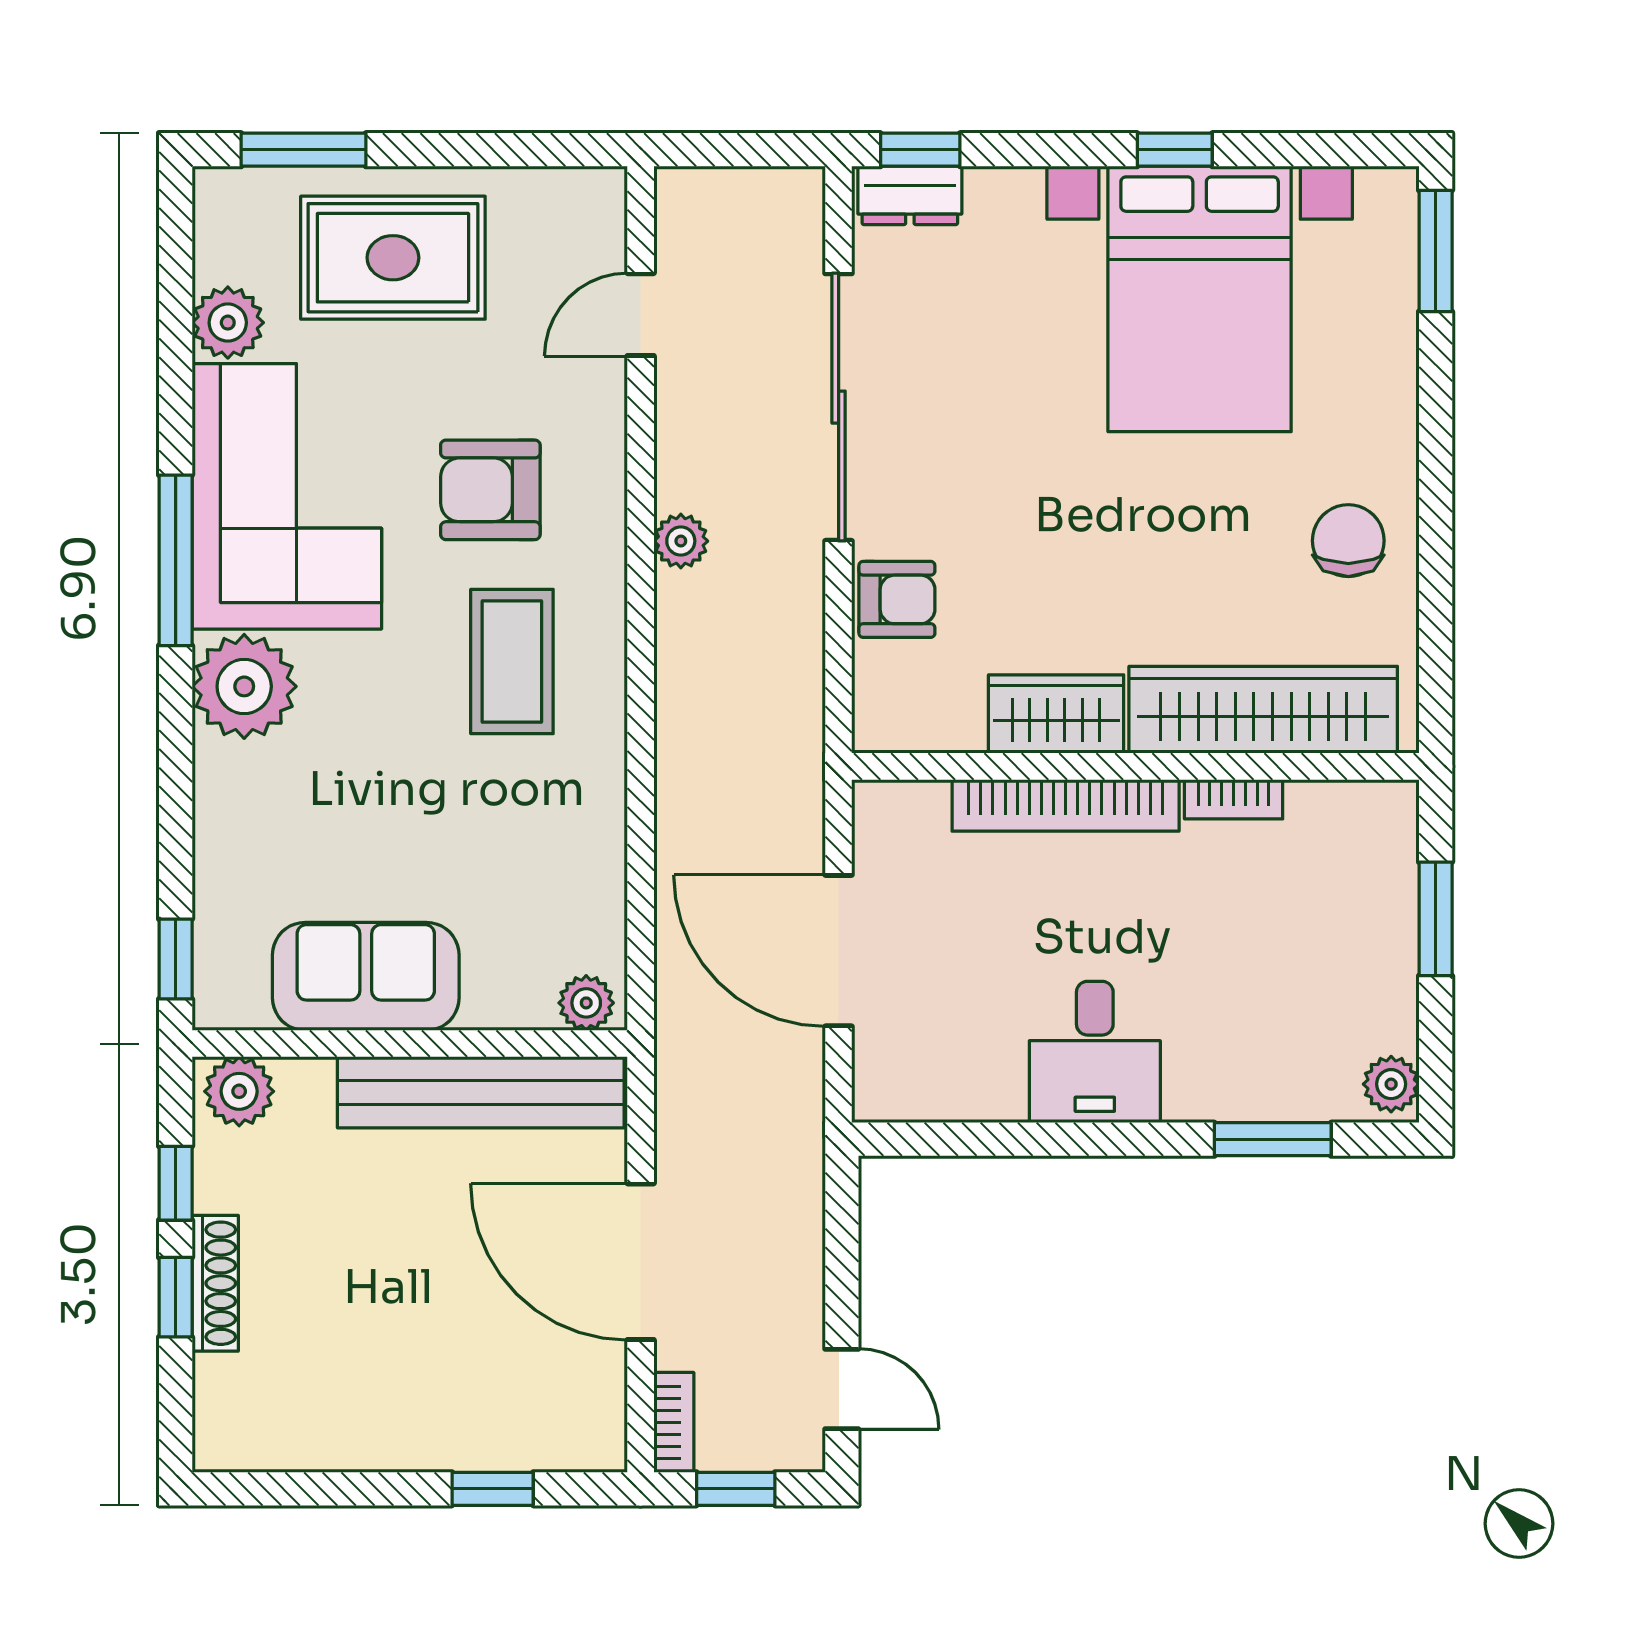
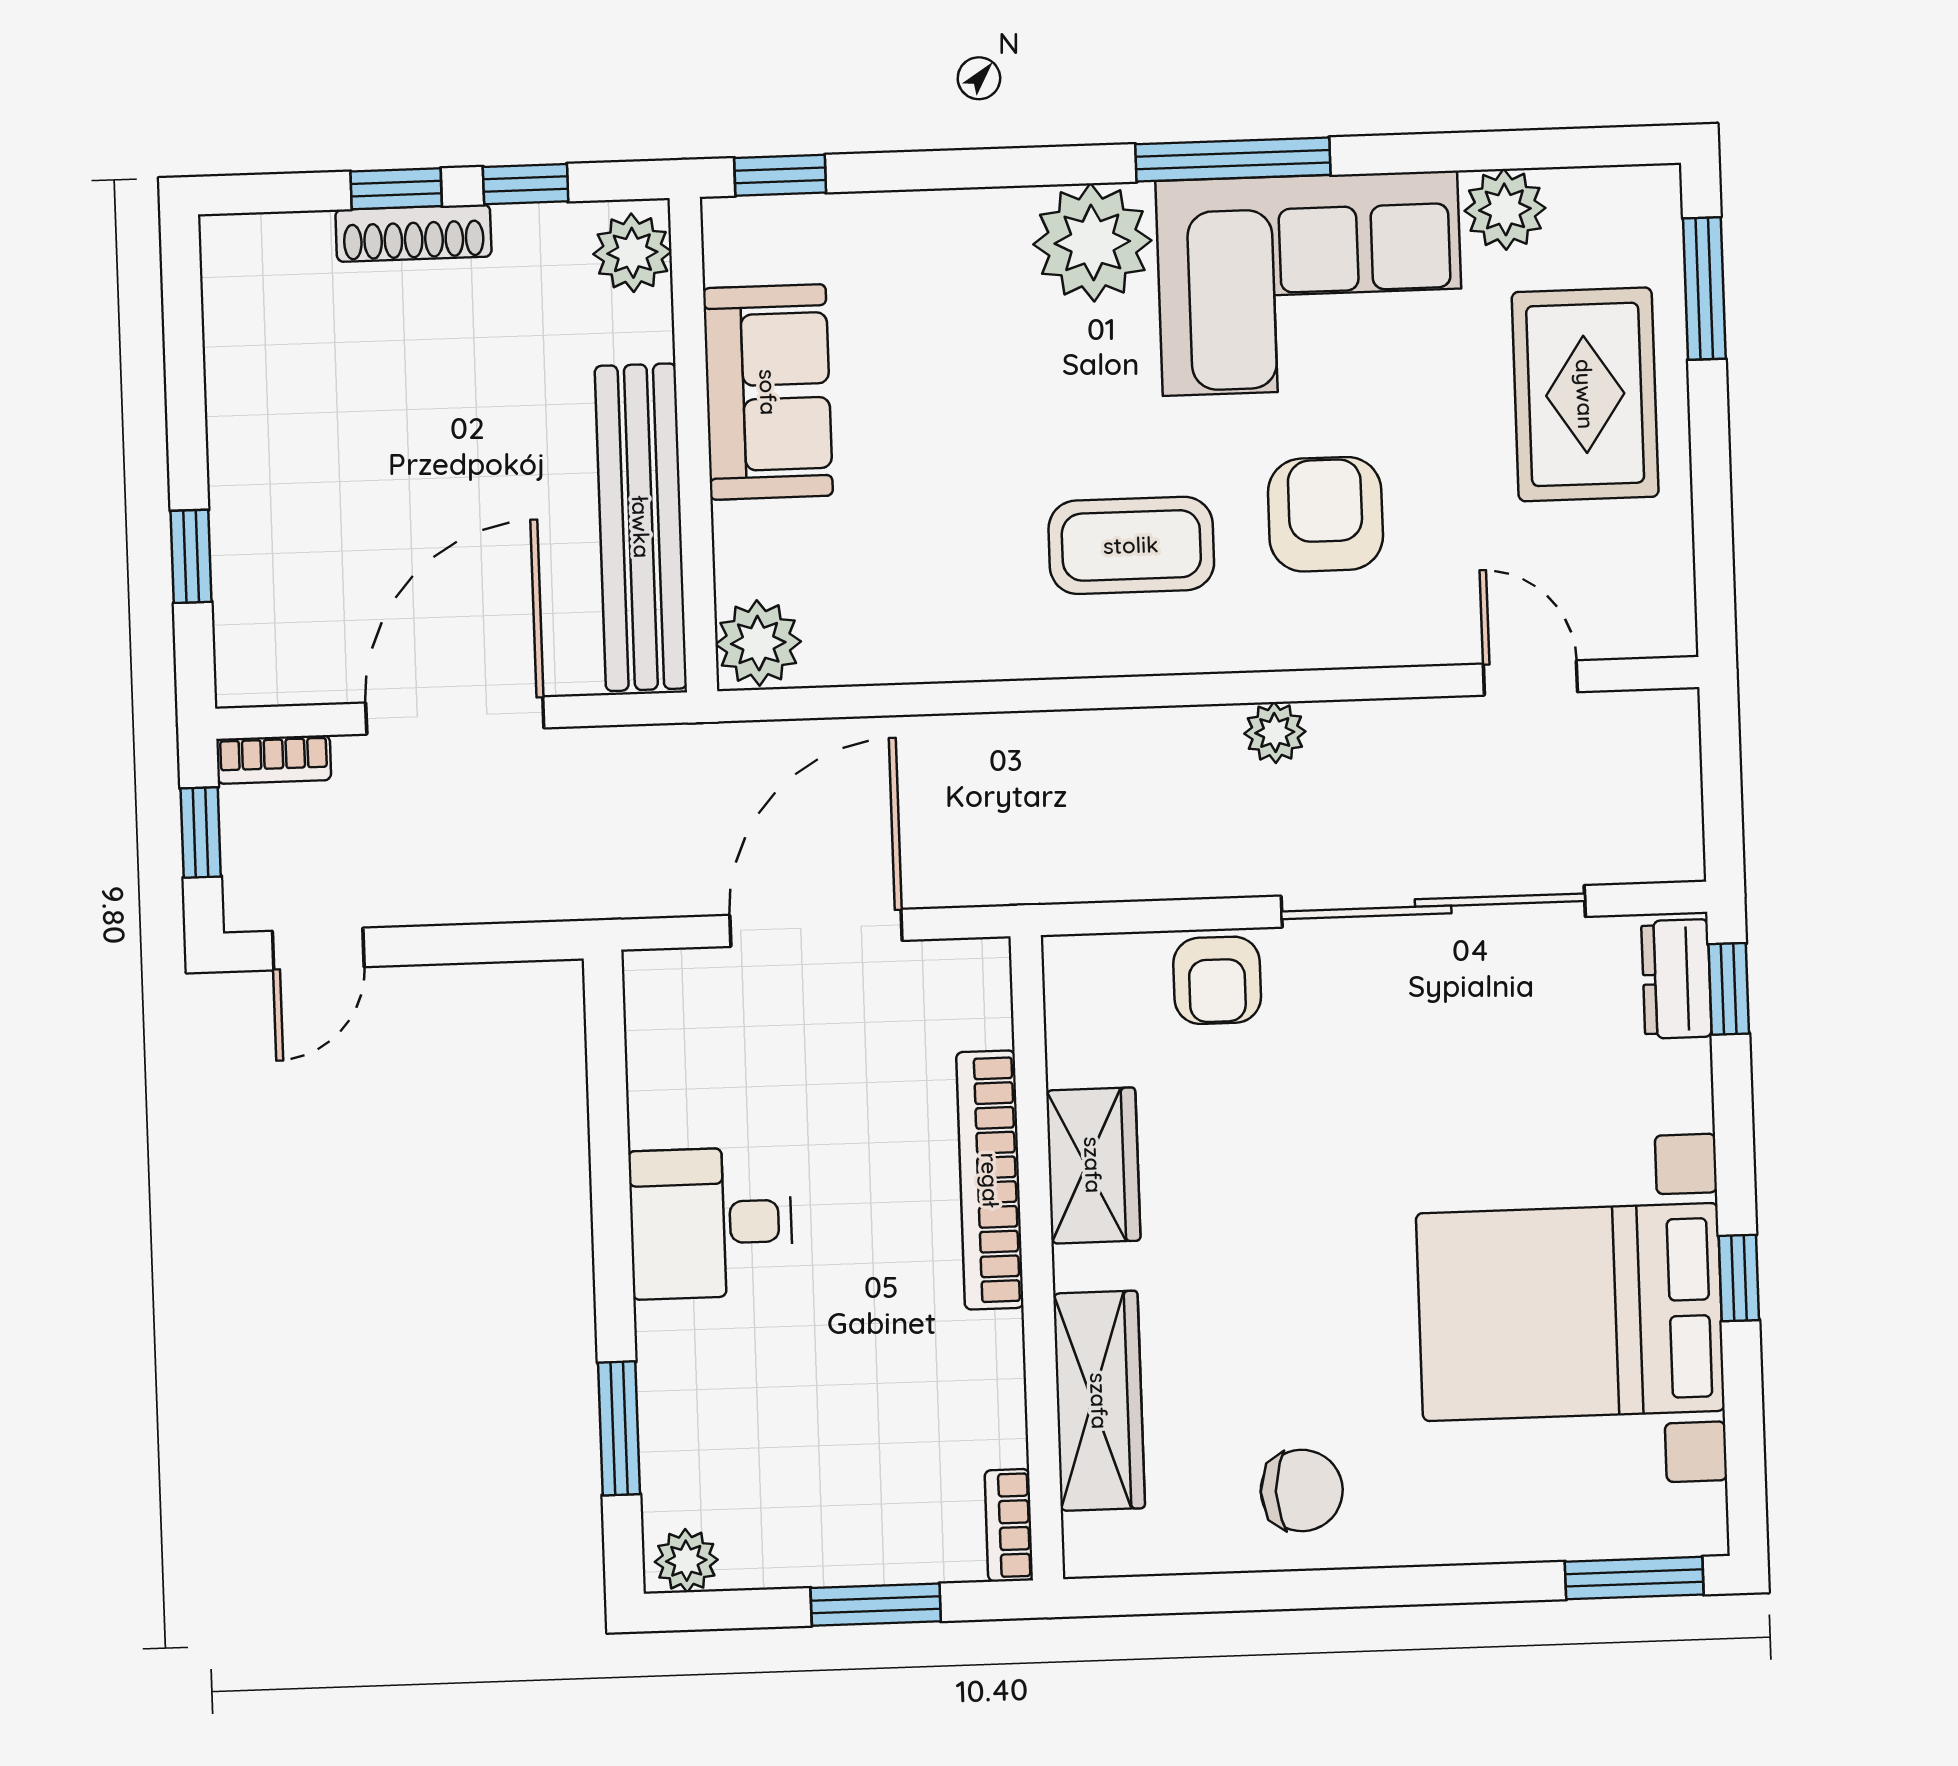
wardrobe: (1263, 710) -> (1099, 1401), width x0.71, depth x0.85
bookcase: (1234, 799) -> (1009, 1525), moved
plant: (586, 1003) -> (758, 643), width x1.38, depth x1.38

